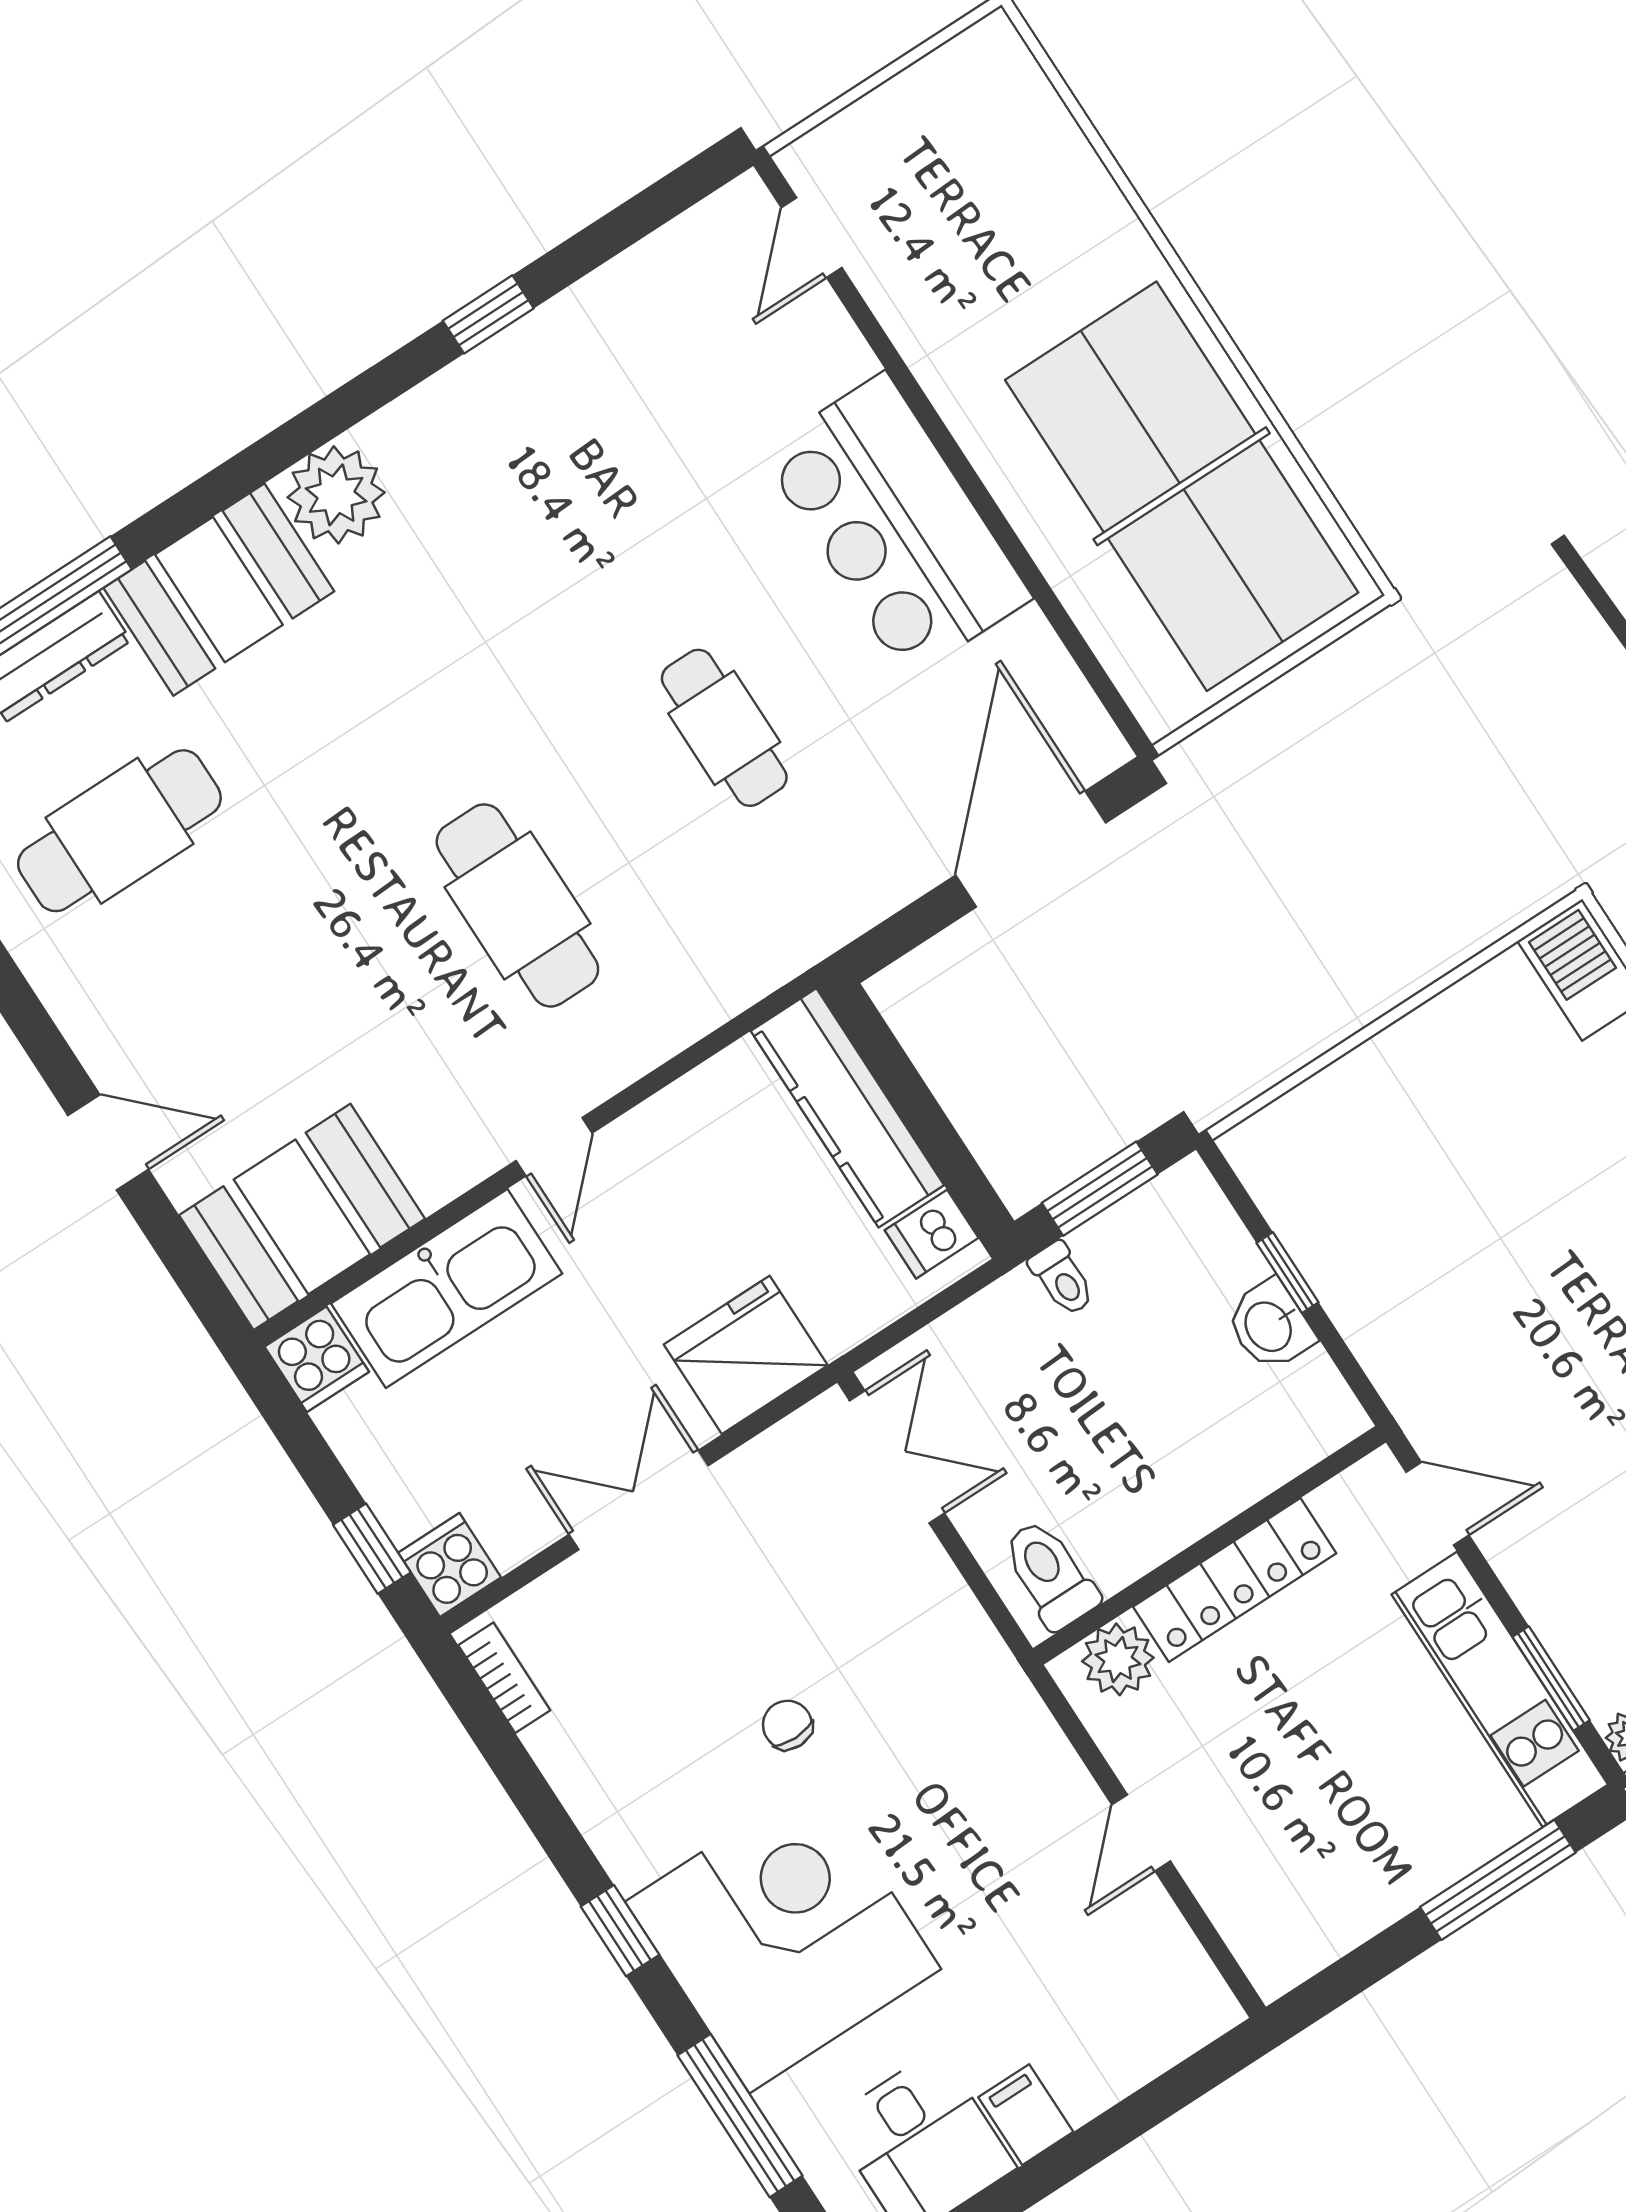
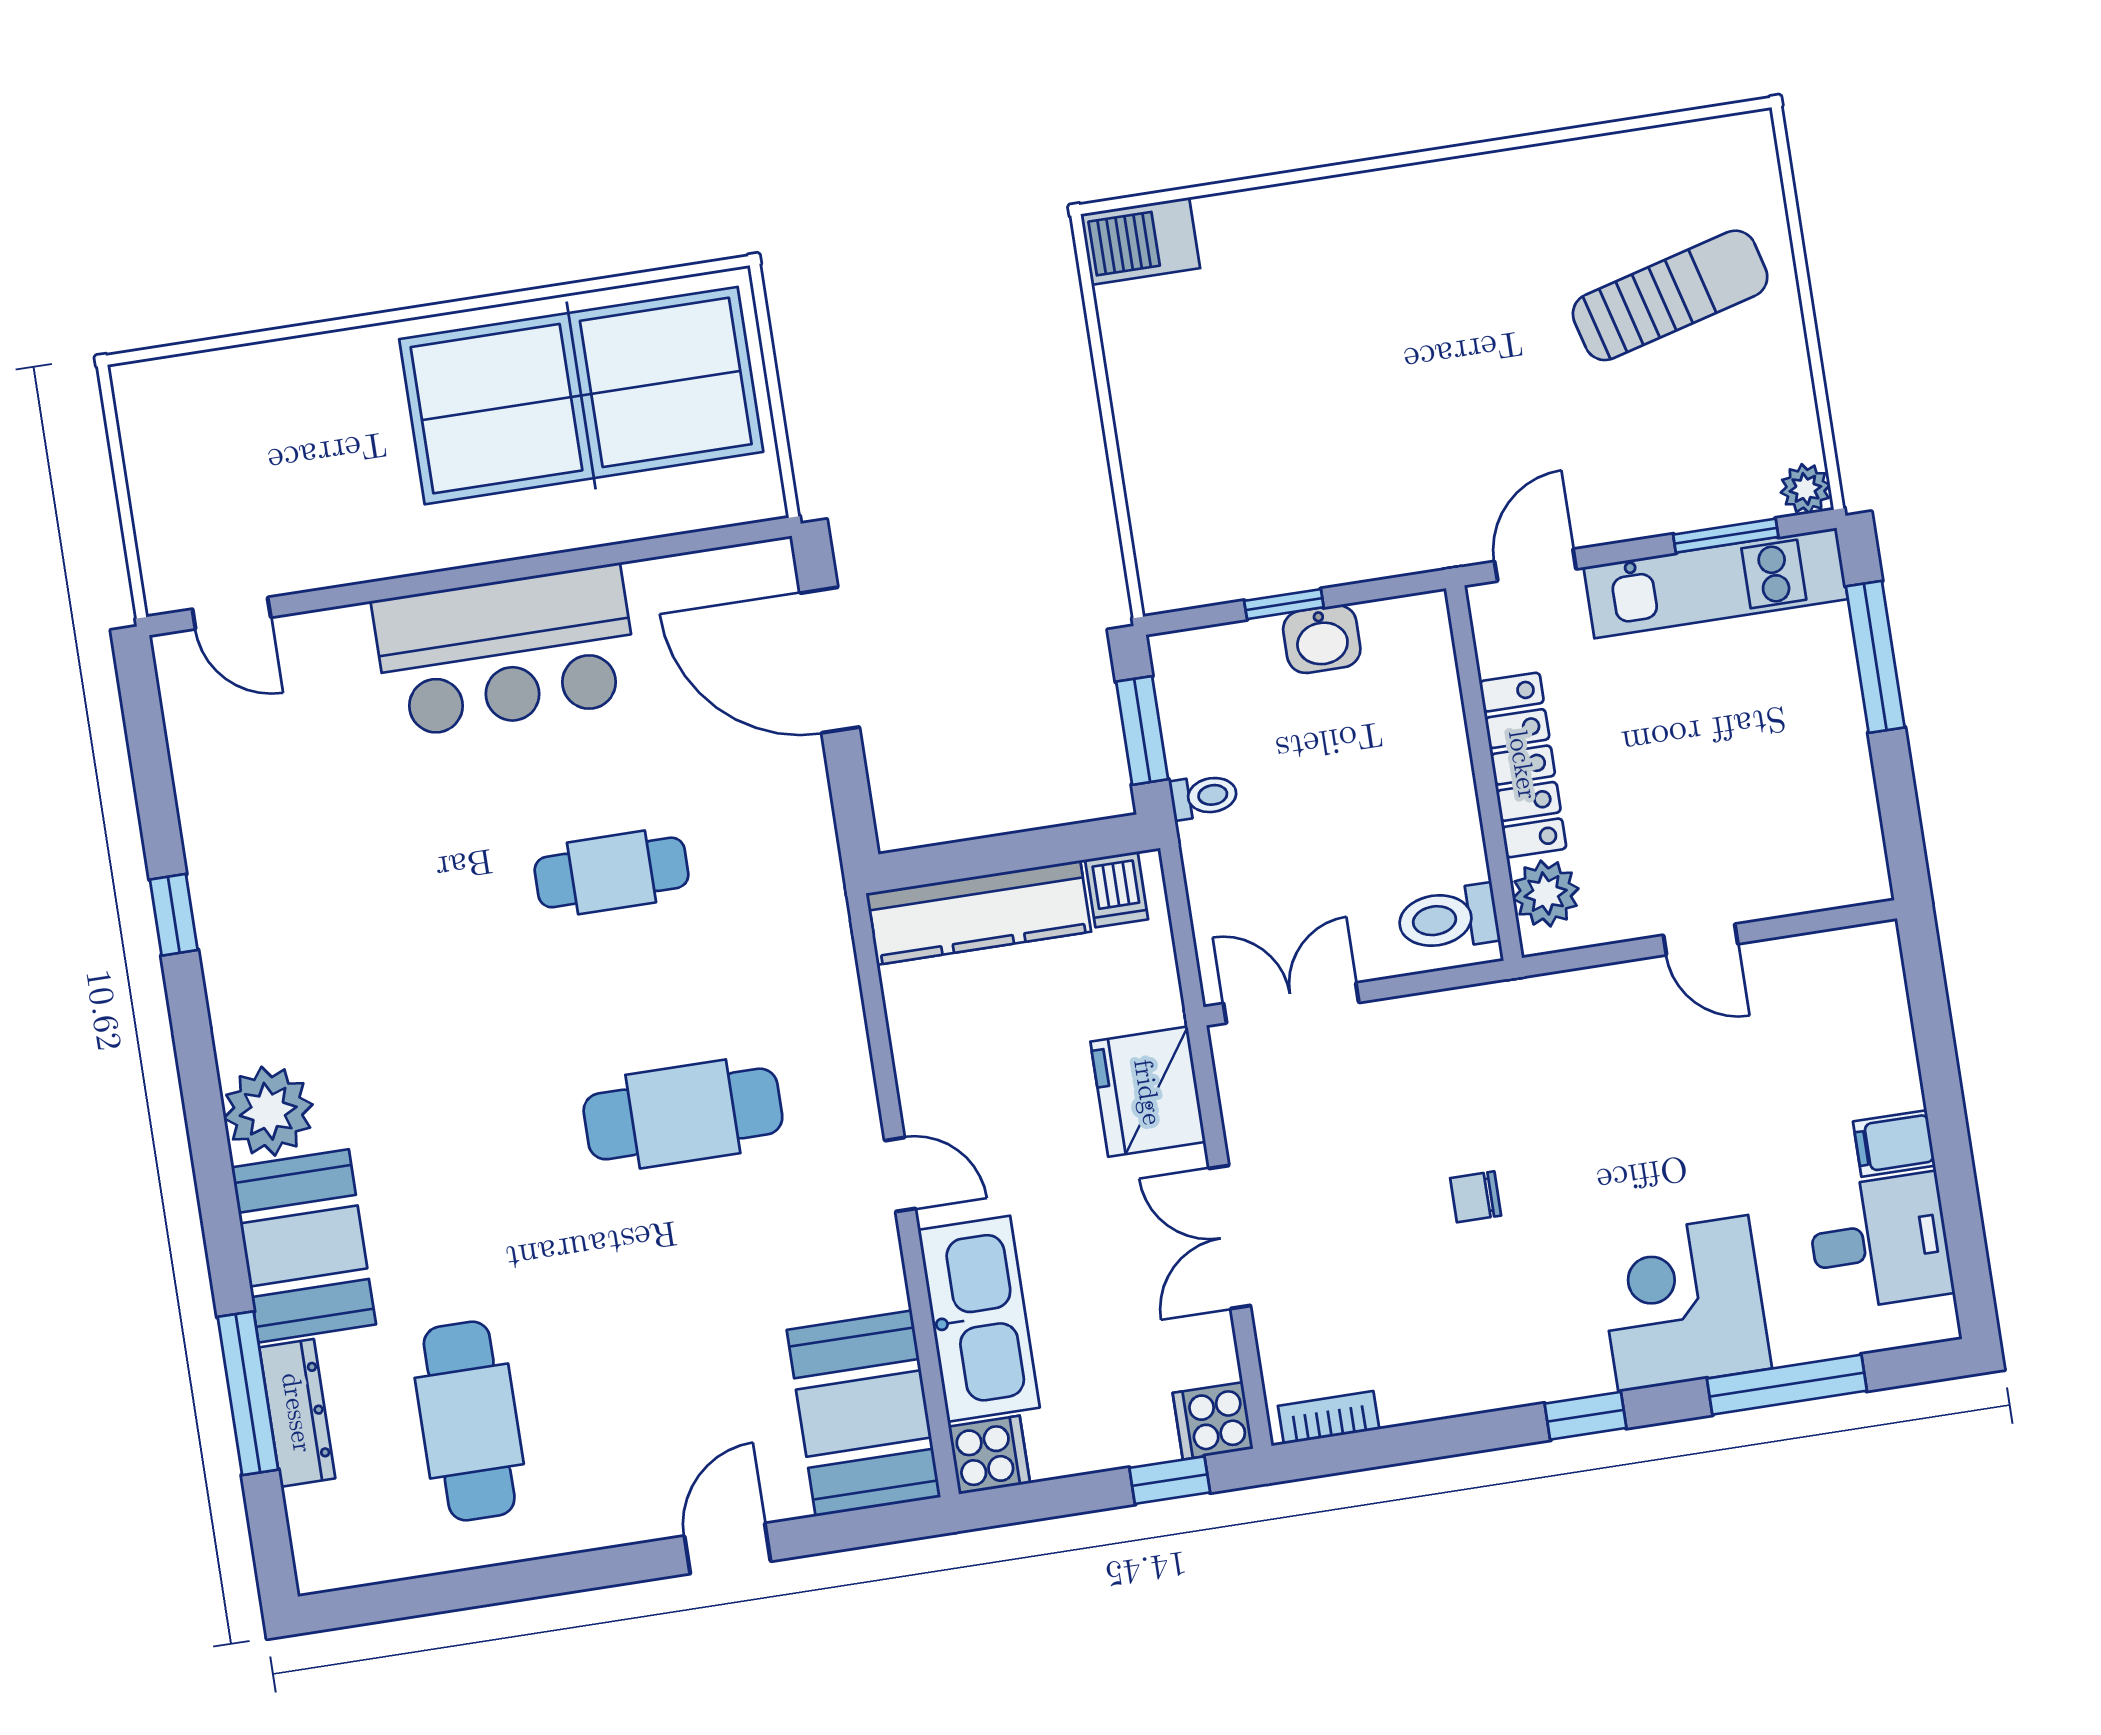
corner desk: (783, 1935) -> (1683, 1303), width x0.74, depth x0.74

